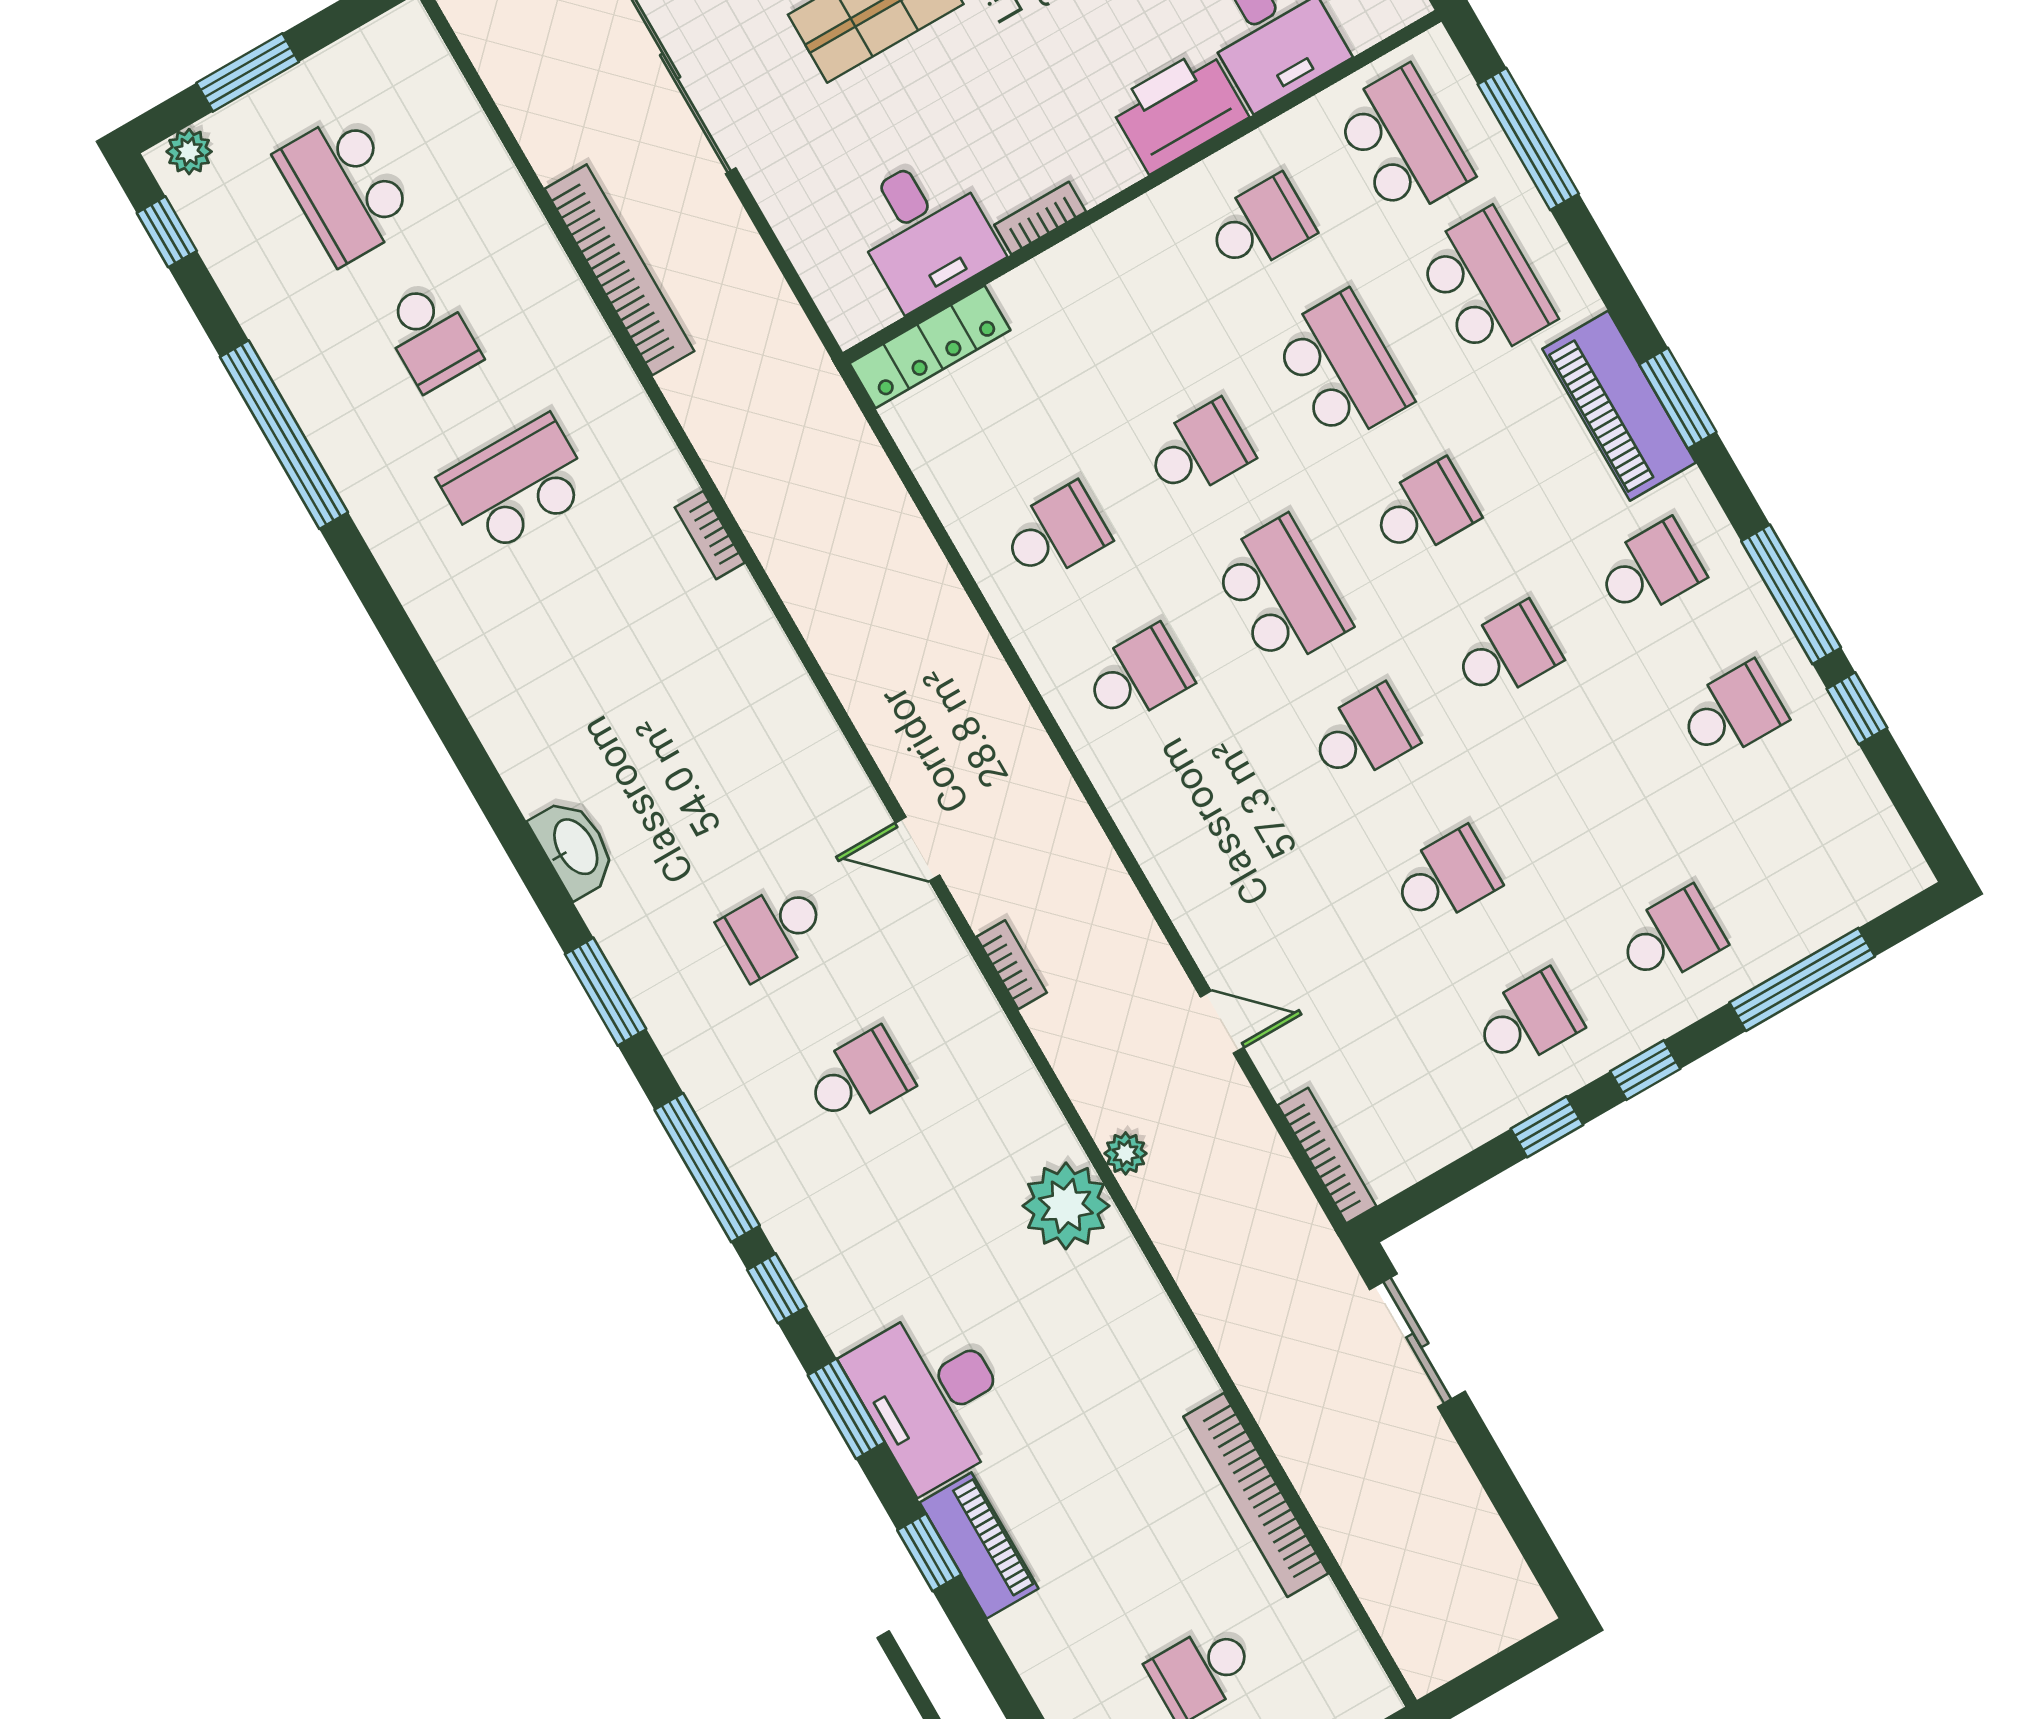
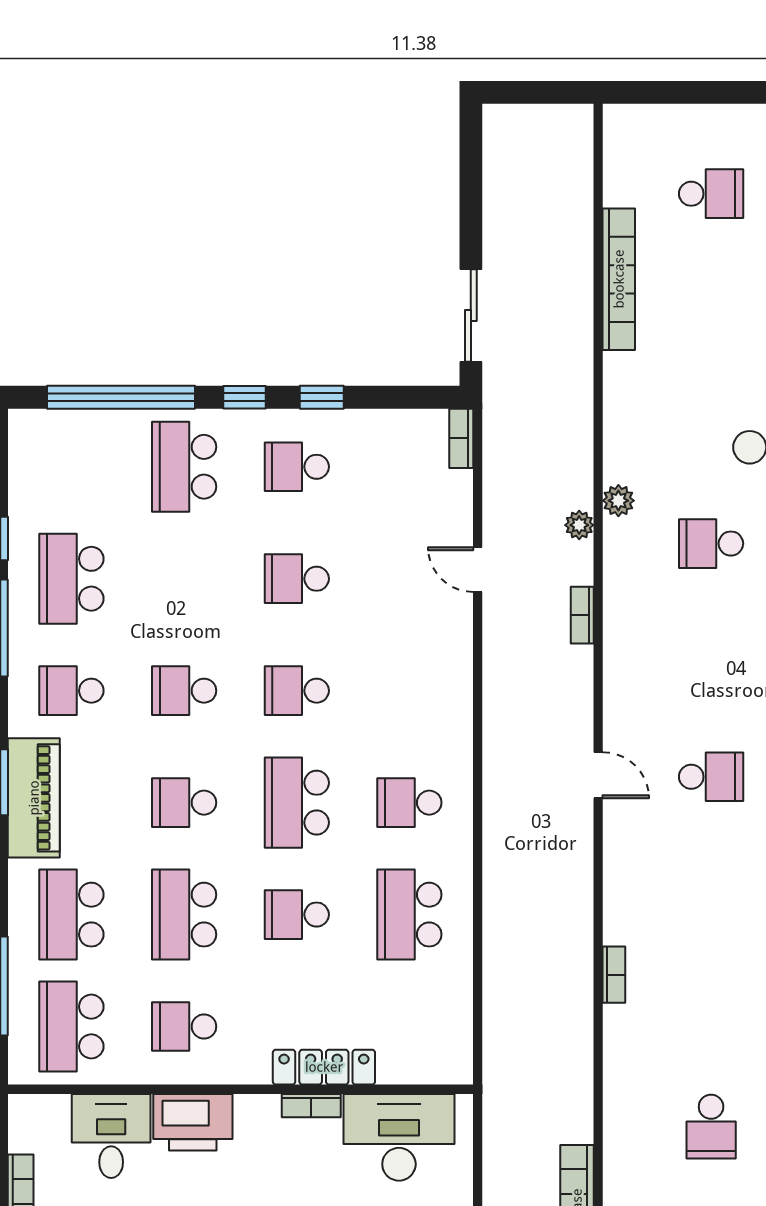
desk: (924, 231) -> (399, 1137), width x1.37
locker: (930, 347) -> (324, 1067), moved
school desk: (516, 485) -> (711, 1127), width x0.54
school desk: (1055, 533) -> (409, 915), width x1.85
bookcase: (710, 535) -> (614, 975), moved
school desk: (1732, 712) -> (71, 579), width x1.85
school desk: (1671, 937) -> (184, 467), width x1.85
bookcase: (1012, 965) -> (582, 615), moved
window: (1802, 979) -> (121, 397), width x1.46
school desk: (859, 1078) -> (711, 544), moved
bookcase: (1327, 1156) -> (461, 438), width x0.64
plant: (1066, 1206) -> (618, 501), width x0.53, depth x0.53

